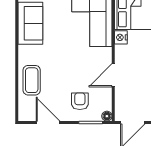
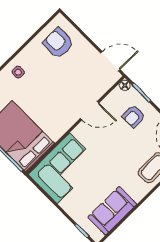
nightstand: (121, 37) -> (56, 133), removed

